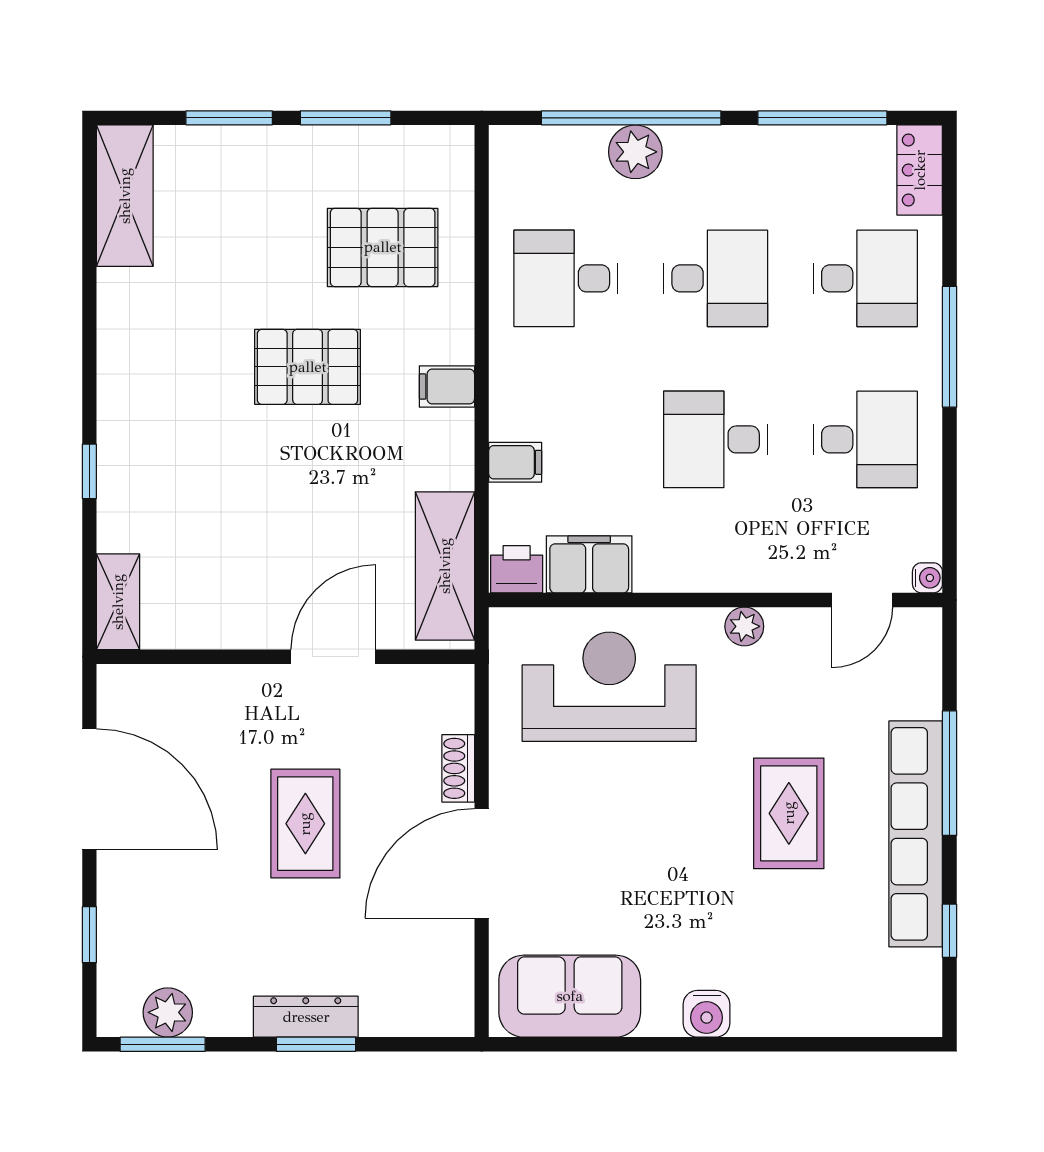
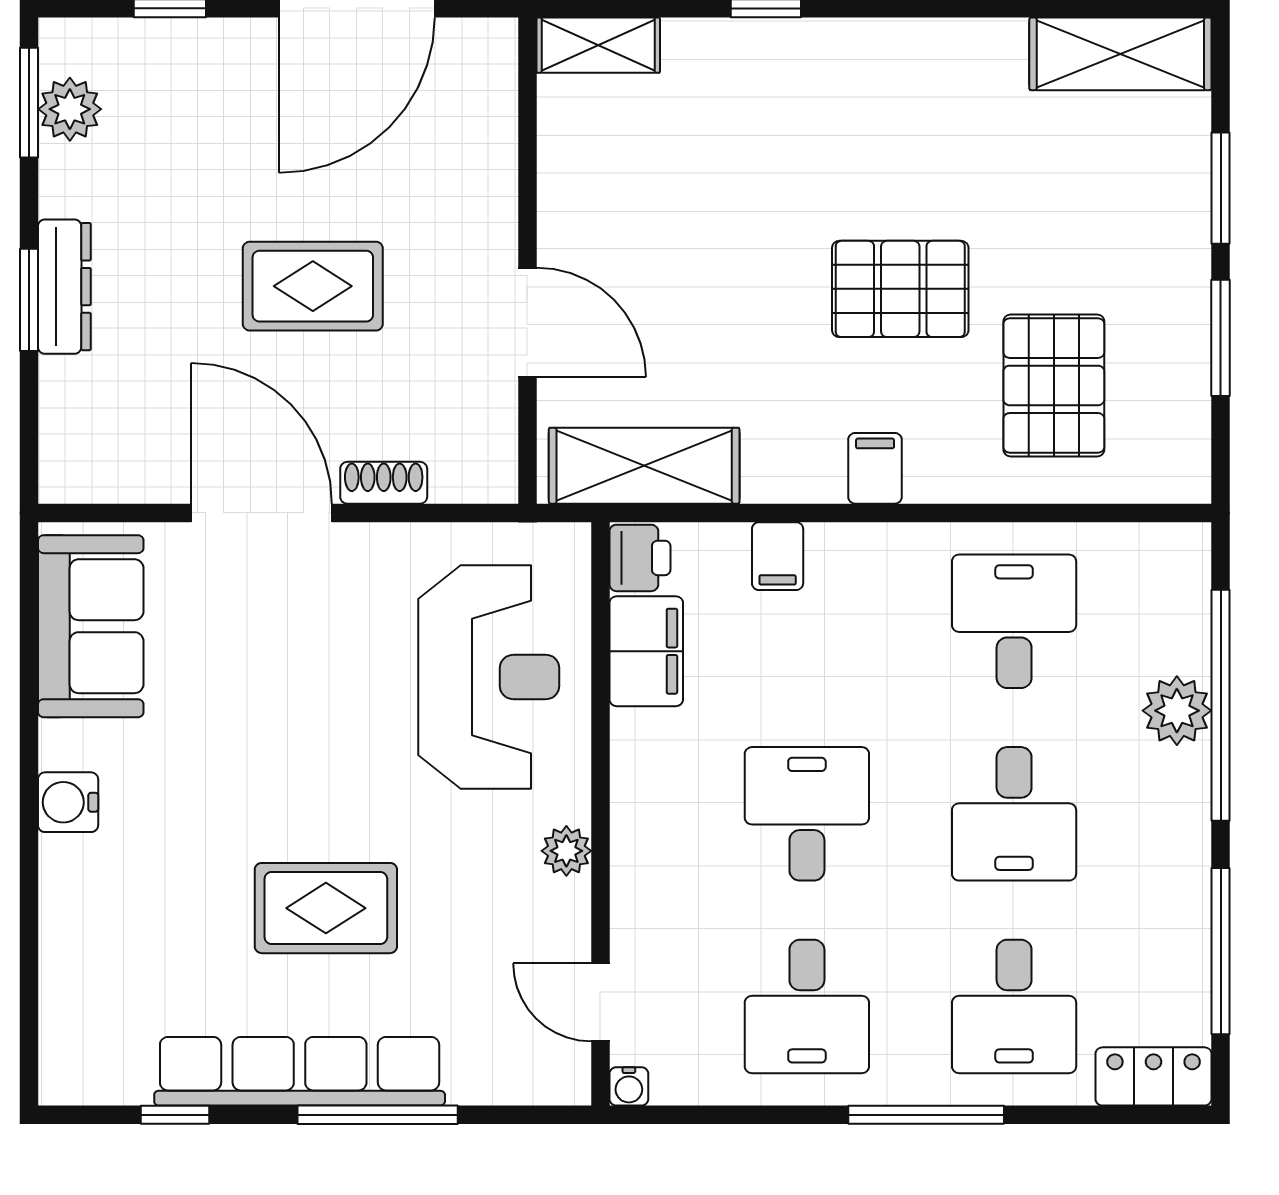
pallet: (308, 367) -> (900, 289), turned 90

